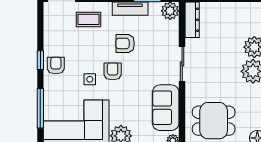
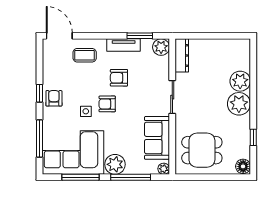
armchair: (113, 71) -> (107, 104), turned -90

